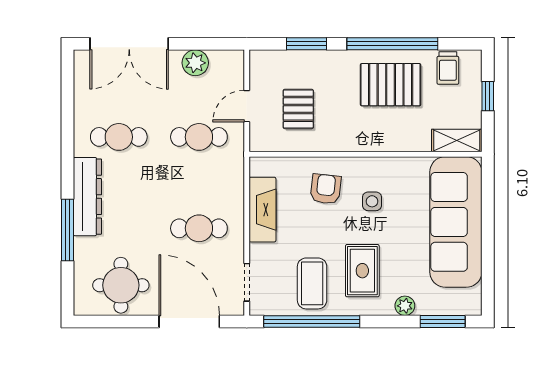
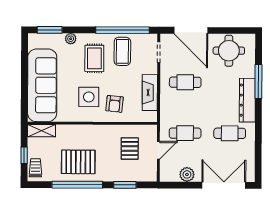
trolley: (448, 68) -> (35, 168), moved
side table: (372, 201) -> (89, 97), width x1.87, depth x1.87

